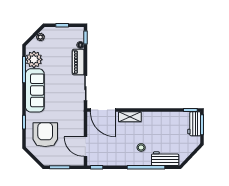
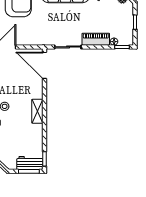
door: (103, 110) -> (44, 65), hinge flipped
shelving: (130, 117) -> (37, 111), moved

